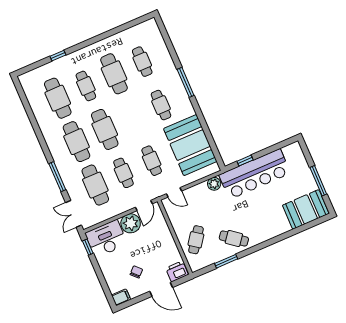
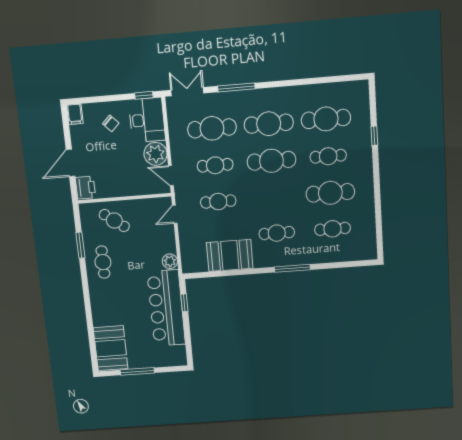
booth: (190, 145) -> (230, 255), width x0.73, depth x0.70
cafe table: (234, 238) -> (103, 262), turned -38
chair: (136, 272) -> (111, 123), moved

